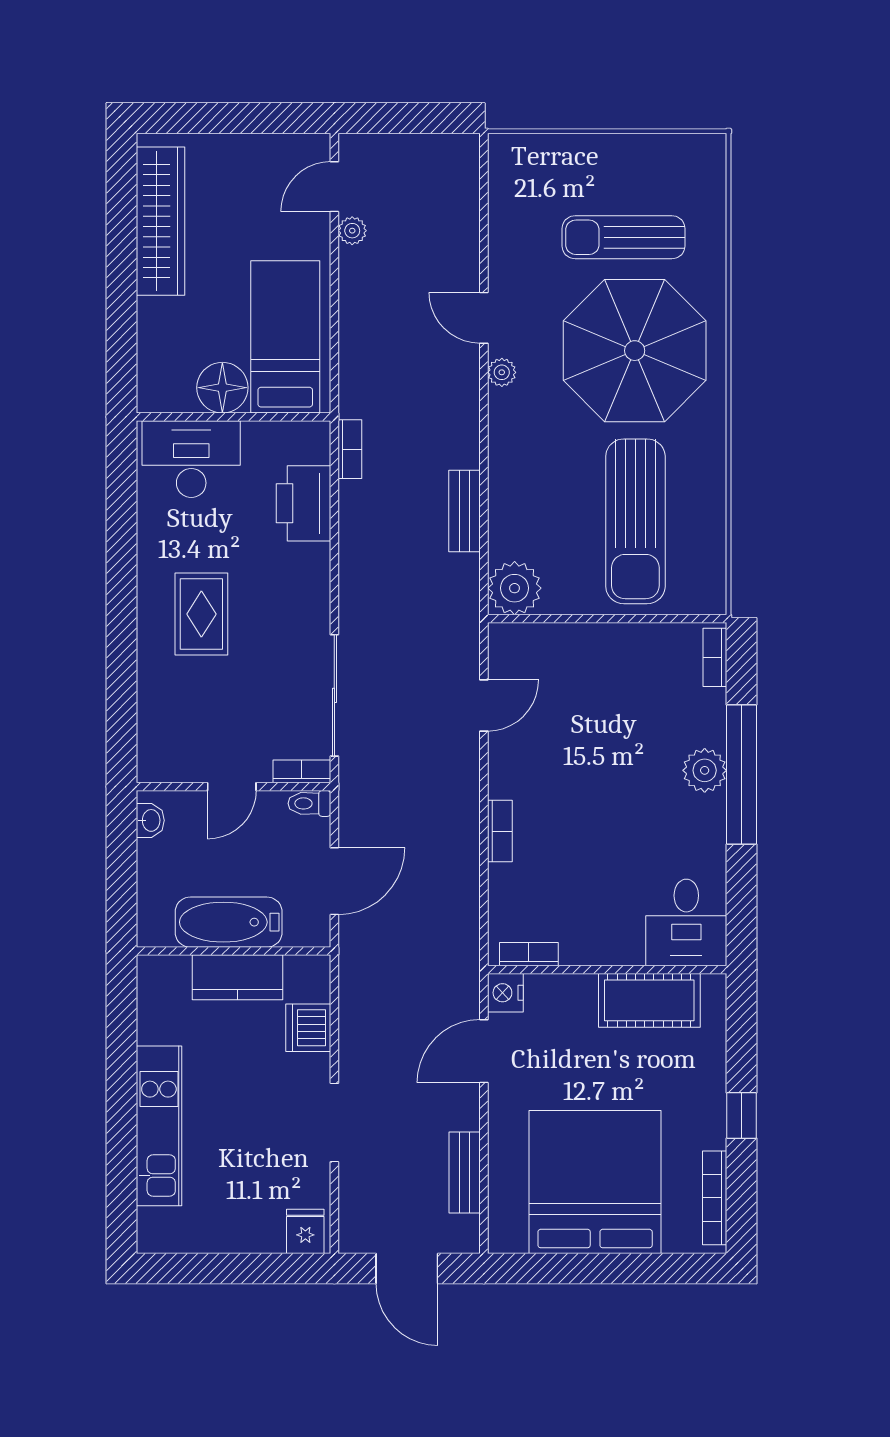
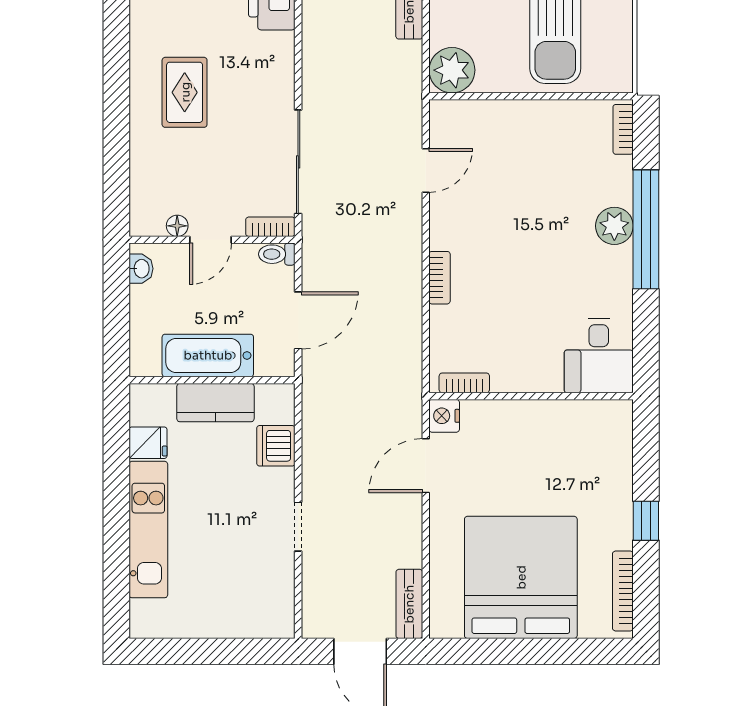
floor lamp: (193, 770) -> (177, 226), added
cot: (649, 1000) -> (567, 422), removed
doorway: (334, 1123) -> (298, 527), width x0.73
bench: (465, 1172) -> (409, 604), moved
fridge: (305, 1231) -> (148, 443), moved, turned 90

